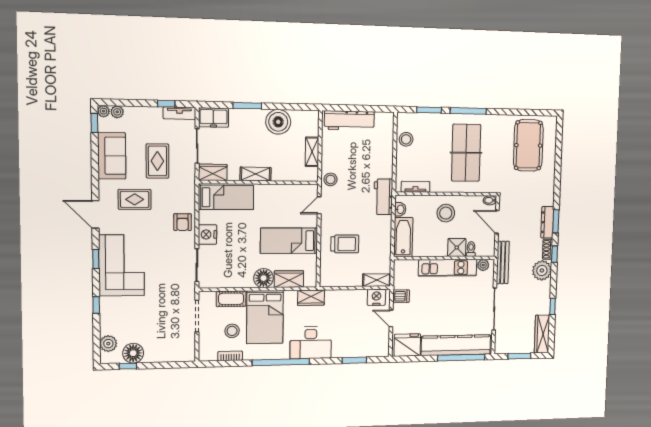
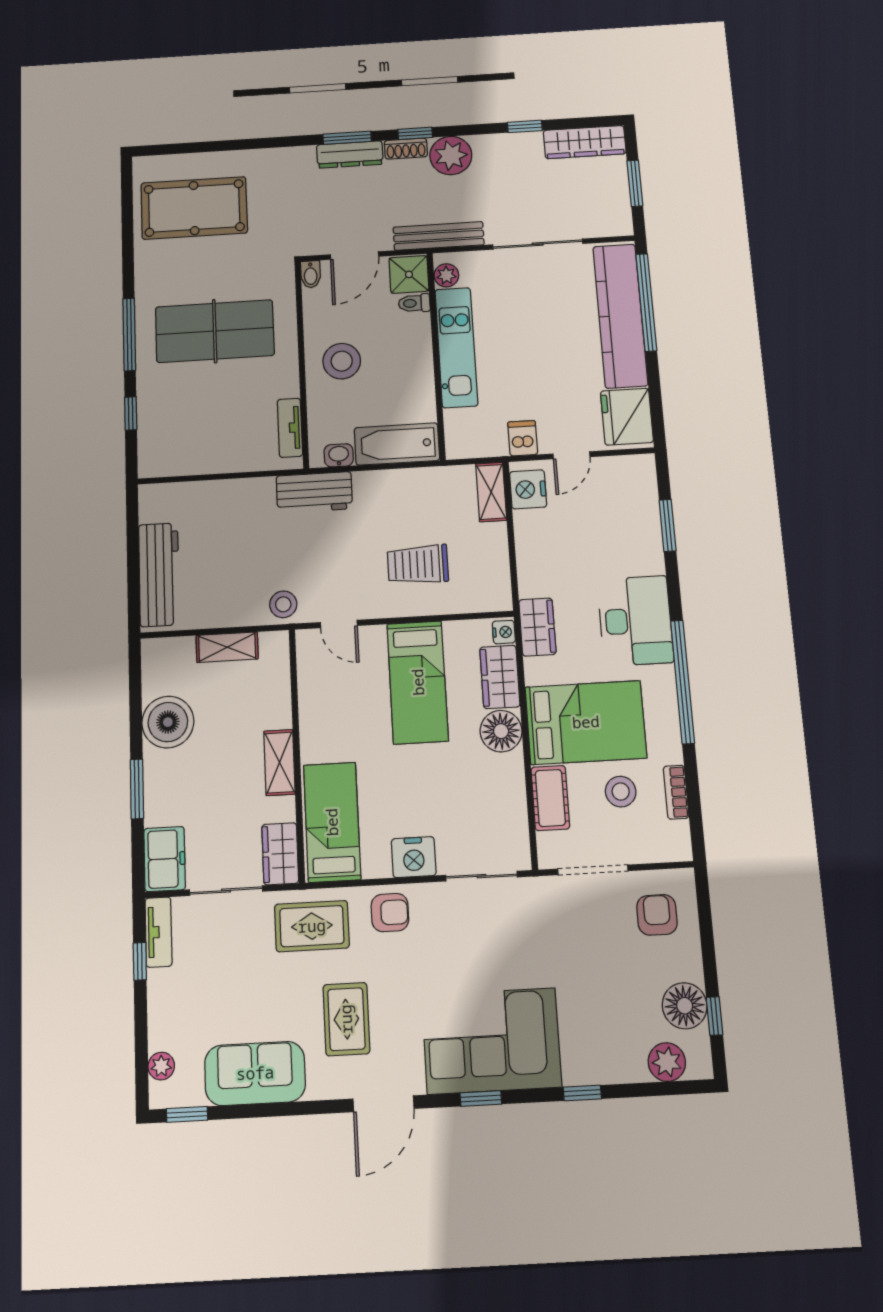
window: (429, 110) -> (131, 413), width x0.67
plant: (103, 111) -> (161, 1096), removed
stool: (406, 139) -> (193, 455), removed
rug: (157, 161) -> (312, 926), moved
trolley: (345, 244) -> (418, 564), turned -90
shower: (457, 247) -> (409, 274), moved
nightstand: (310, 282) -> (504, 632), added
armchair: (175, 344) -> (657, 915), added

